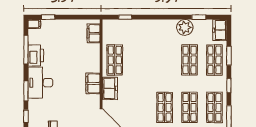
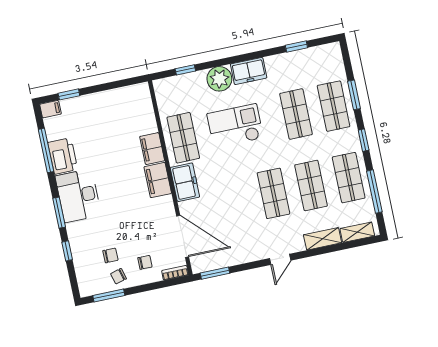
plant: (185, 27) -> (219, 79), moved
freezer: (220, 30) -> (249, 71), moved, turned -90
filing cabinet: (94, 33) -> (152, 149), moved
checkout: (149, 59) -> (235, 126), added

